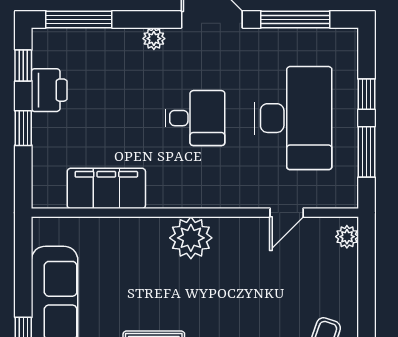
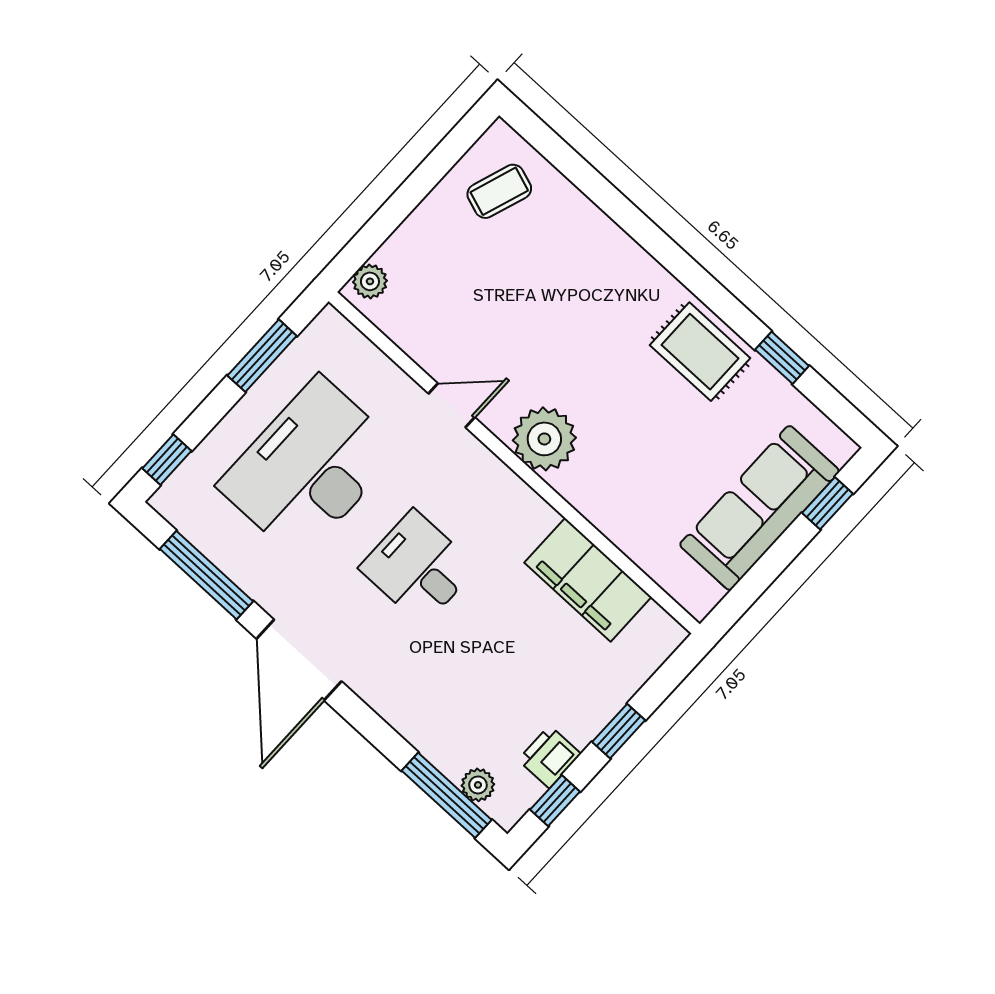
plant: (154, 39) -> (478, 785), moved
printer: (49, 90) -> (549, 757), width x0.73, depth x0.81
window: (366, 94) -> (167, 460), moved
door: (287, 213) -> (452, 405), moved

